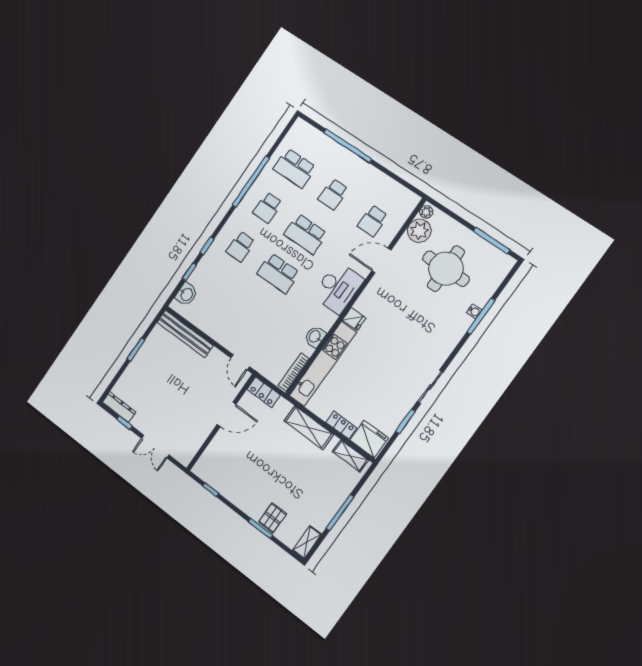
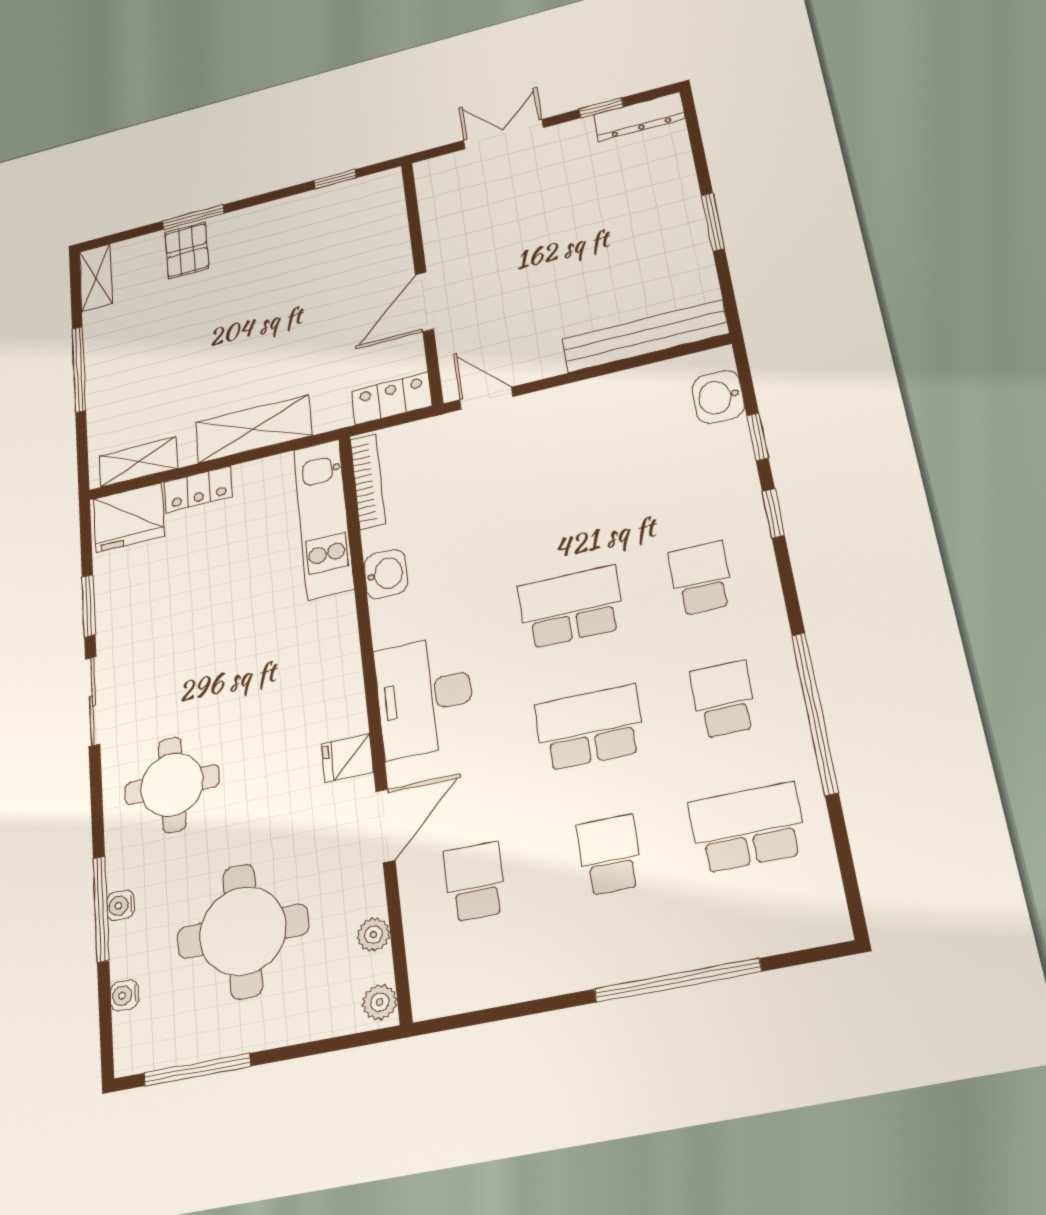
plant: (419, 231) -> (373, 935), width x0.53, depth x0.53
water cooler: (495, 283) -> (124, 995), added
fridge: (354, 319) -> (347, 758), moved
round table: (429, 334) -> (172, 785), added
kitchen unit: (323, 364) -> (323, 519), width x0.73

